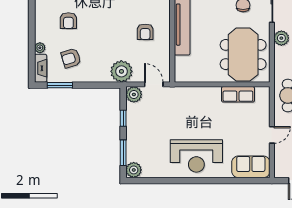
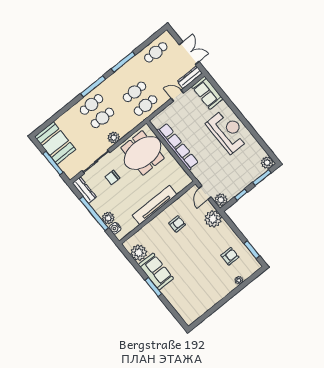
armchair: (68, 21) -> (208, 276), removed
armchair: (71, 58) -> (230, 256), turned -73
fireplace: (41, 68) -> (251, 270), removed
row of seats: (238, 94) -> (178, 147), width x2.02
dresser: (280, 162) -> (190, 77), added

